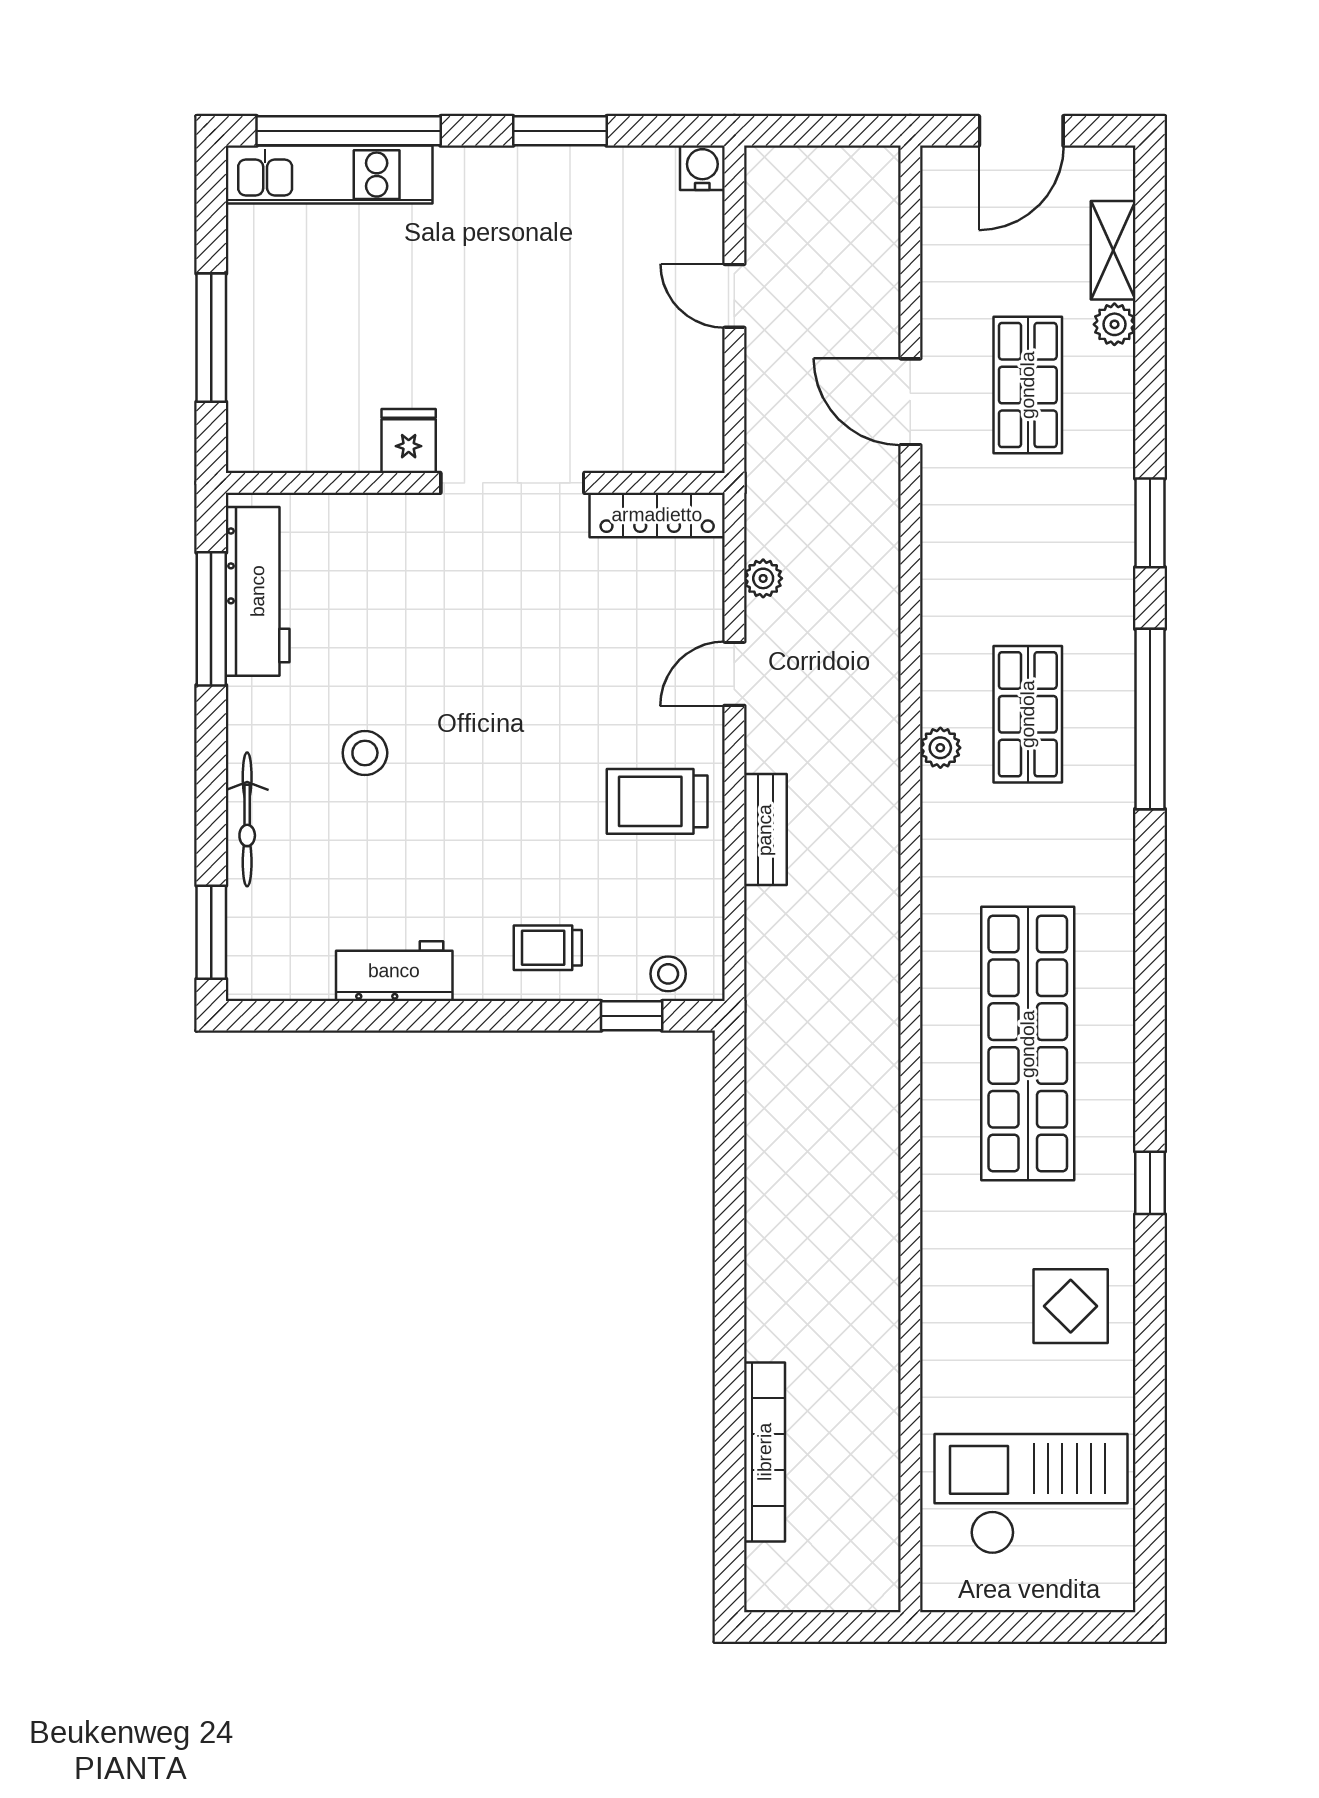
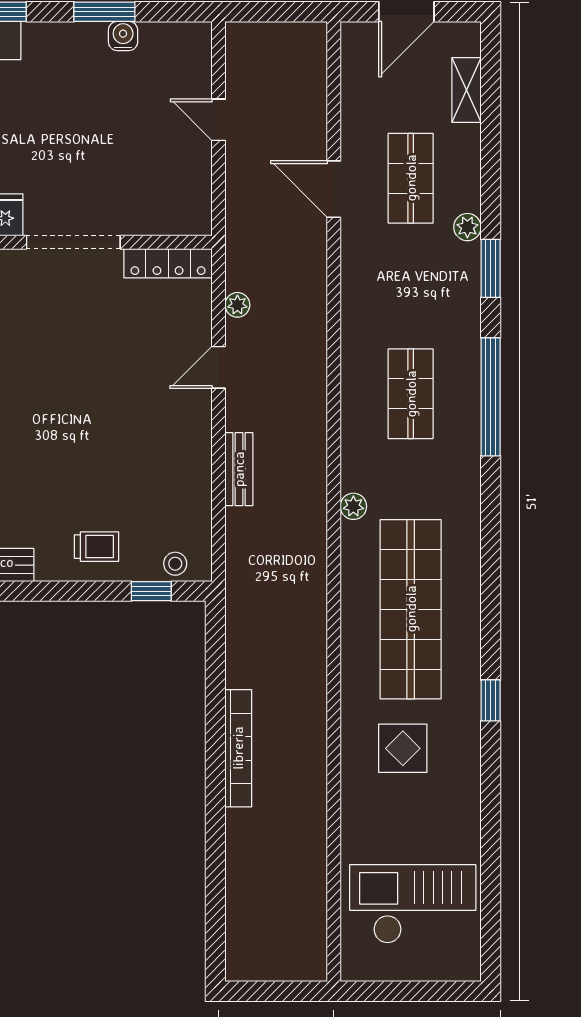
water cooler: (702, 168) -> (123, 36), moved
plant: (1114, 324) -> (467, 227), moved
plant: (940, 748) -> (353, 506), moved
trolley: (657, 801) -> (168, 451), removed
trolley: (548, 948) -> (96, 547), turned 180
display table: (1071, 1306) -> (403, 748), moved
bookcase: (765, 1452) -> (238, 748), moved

